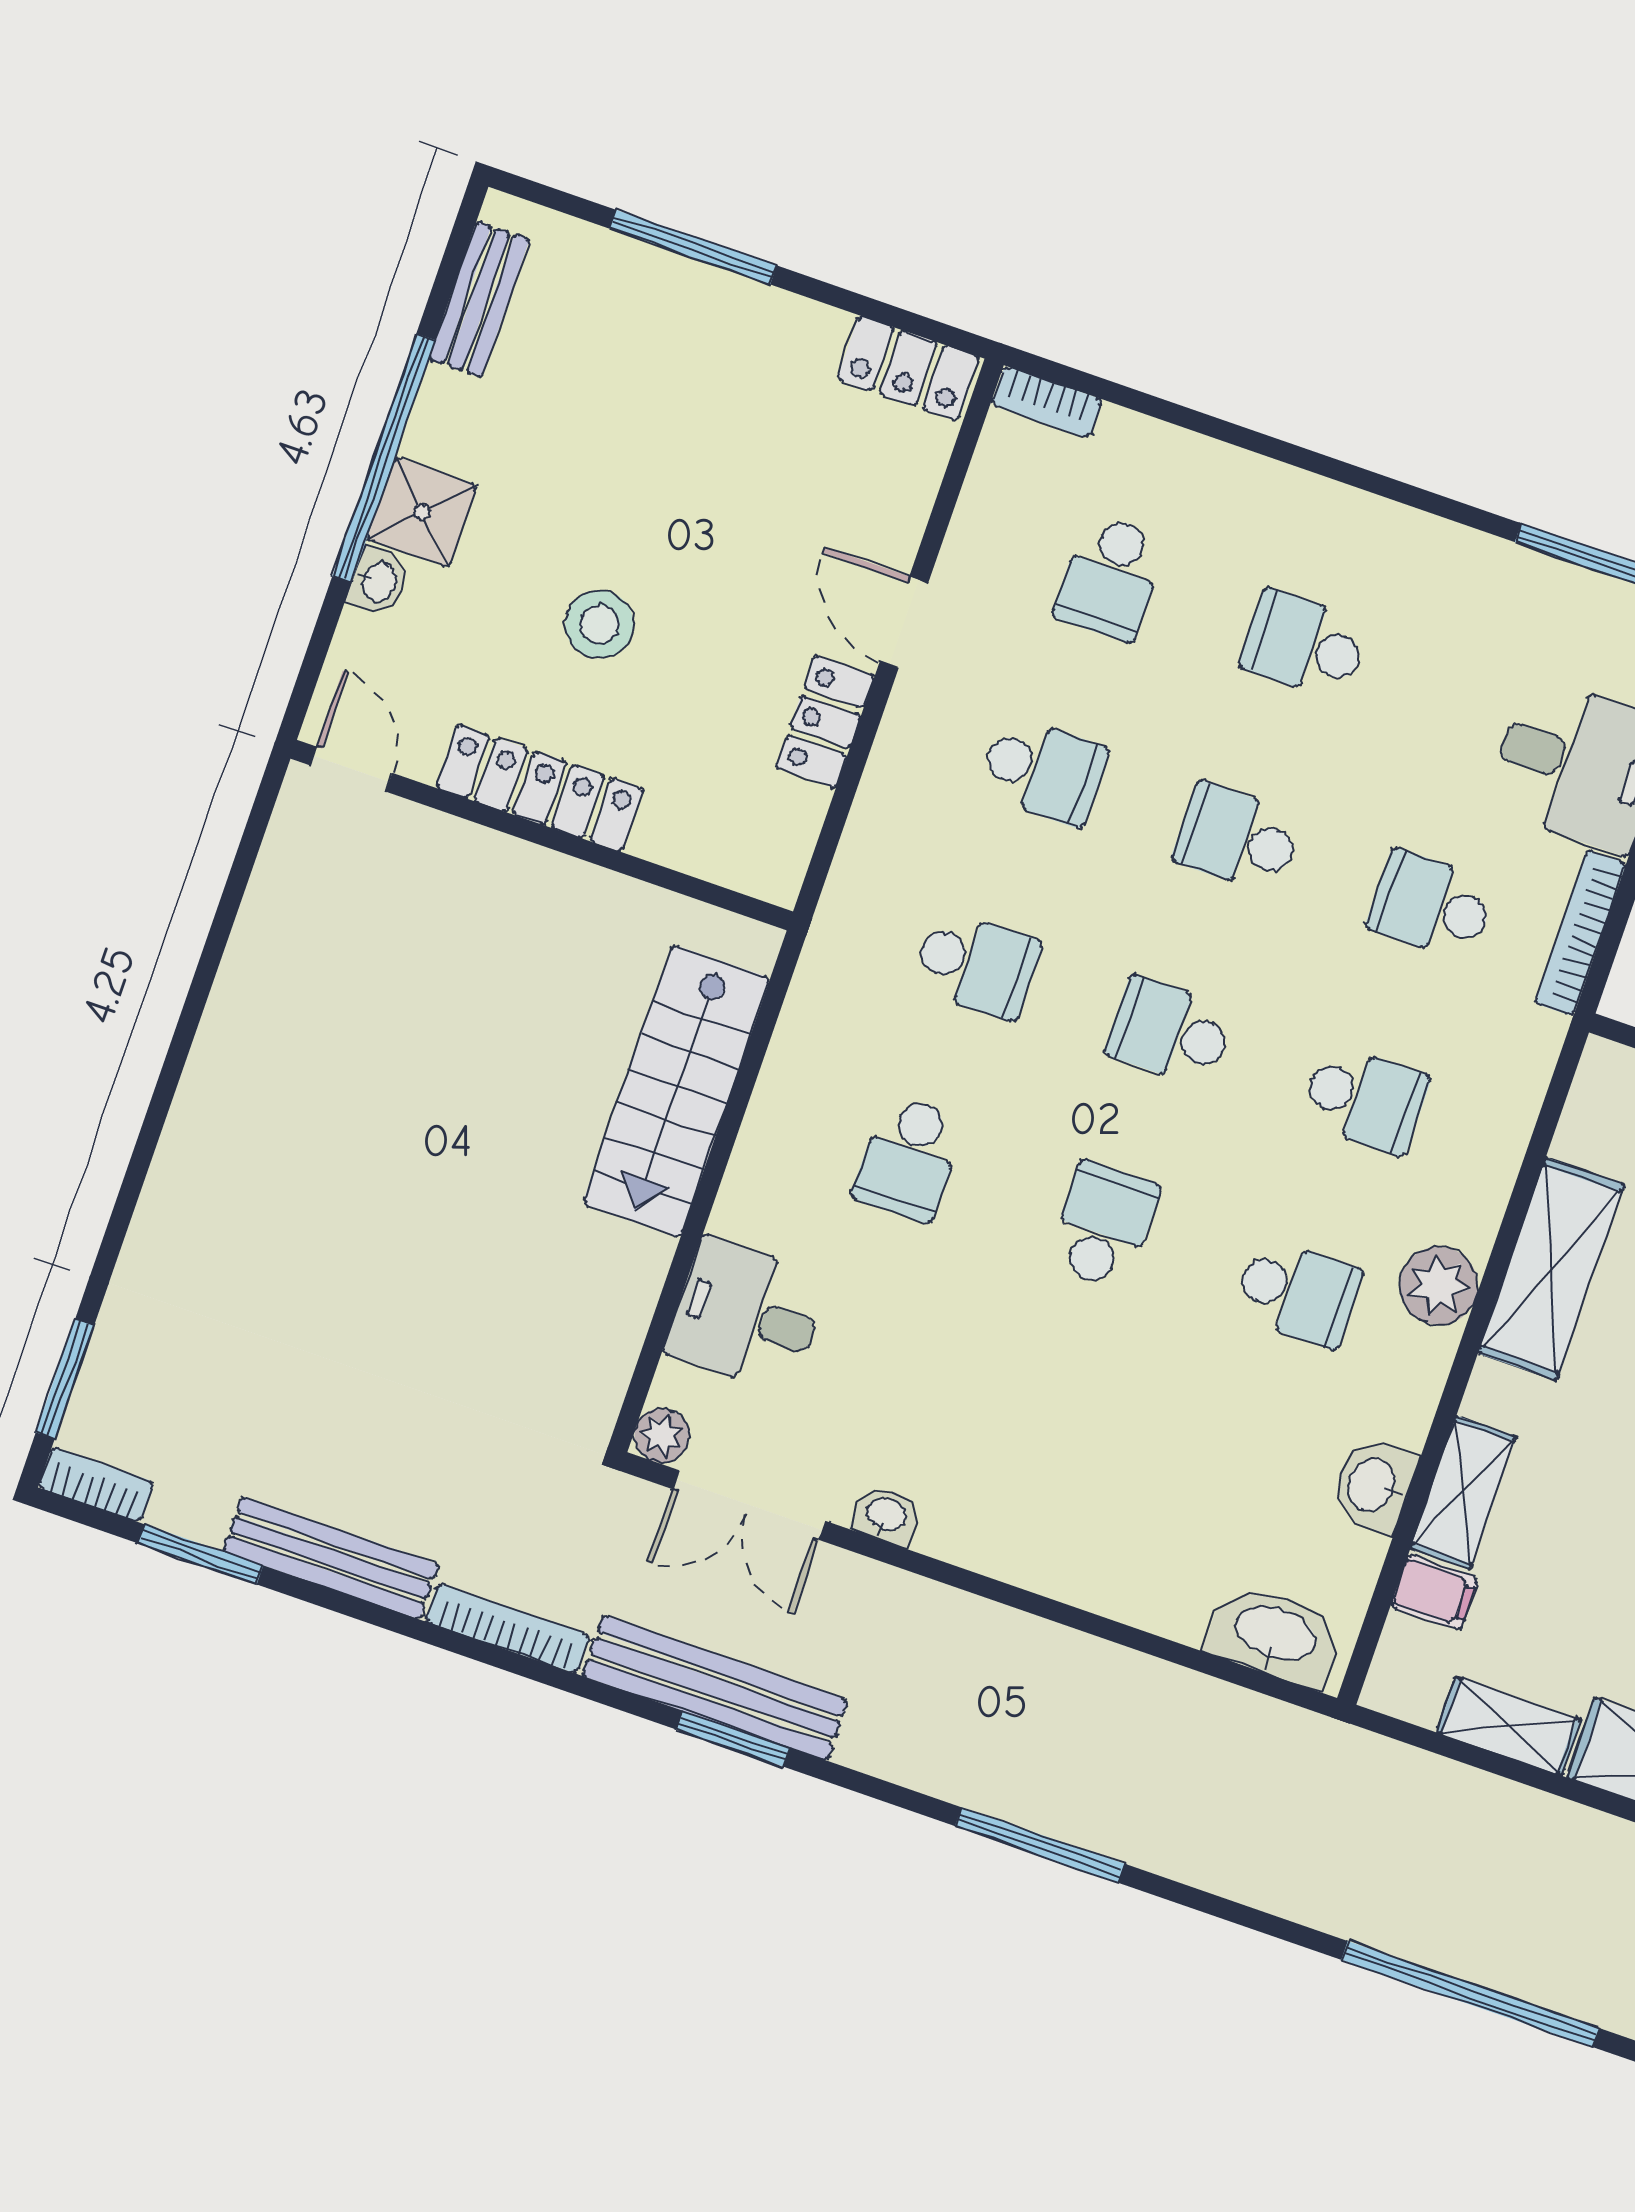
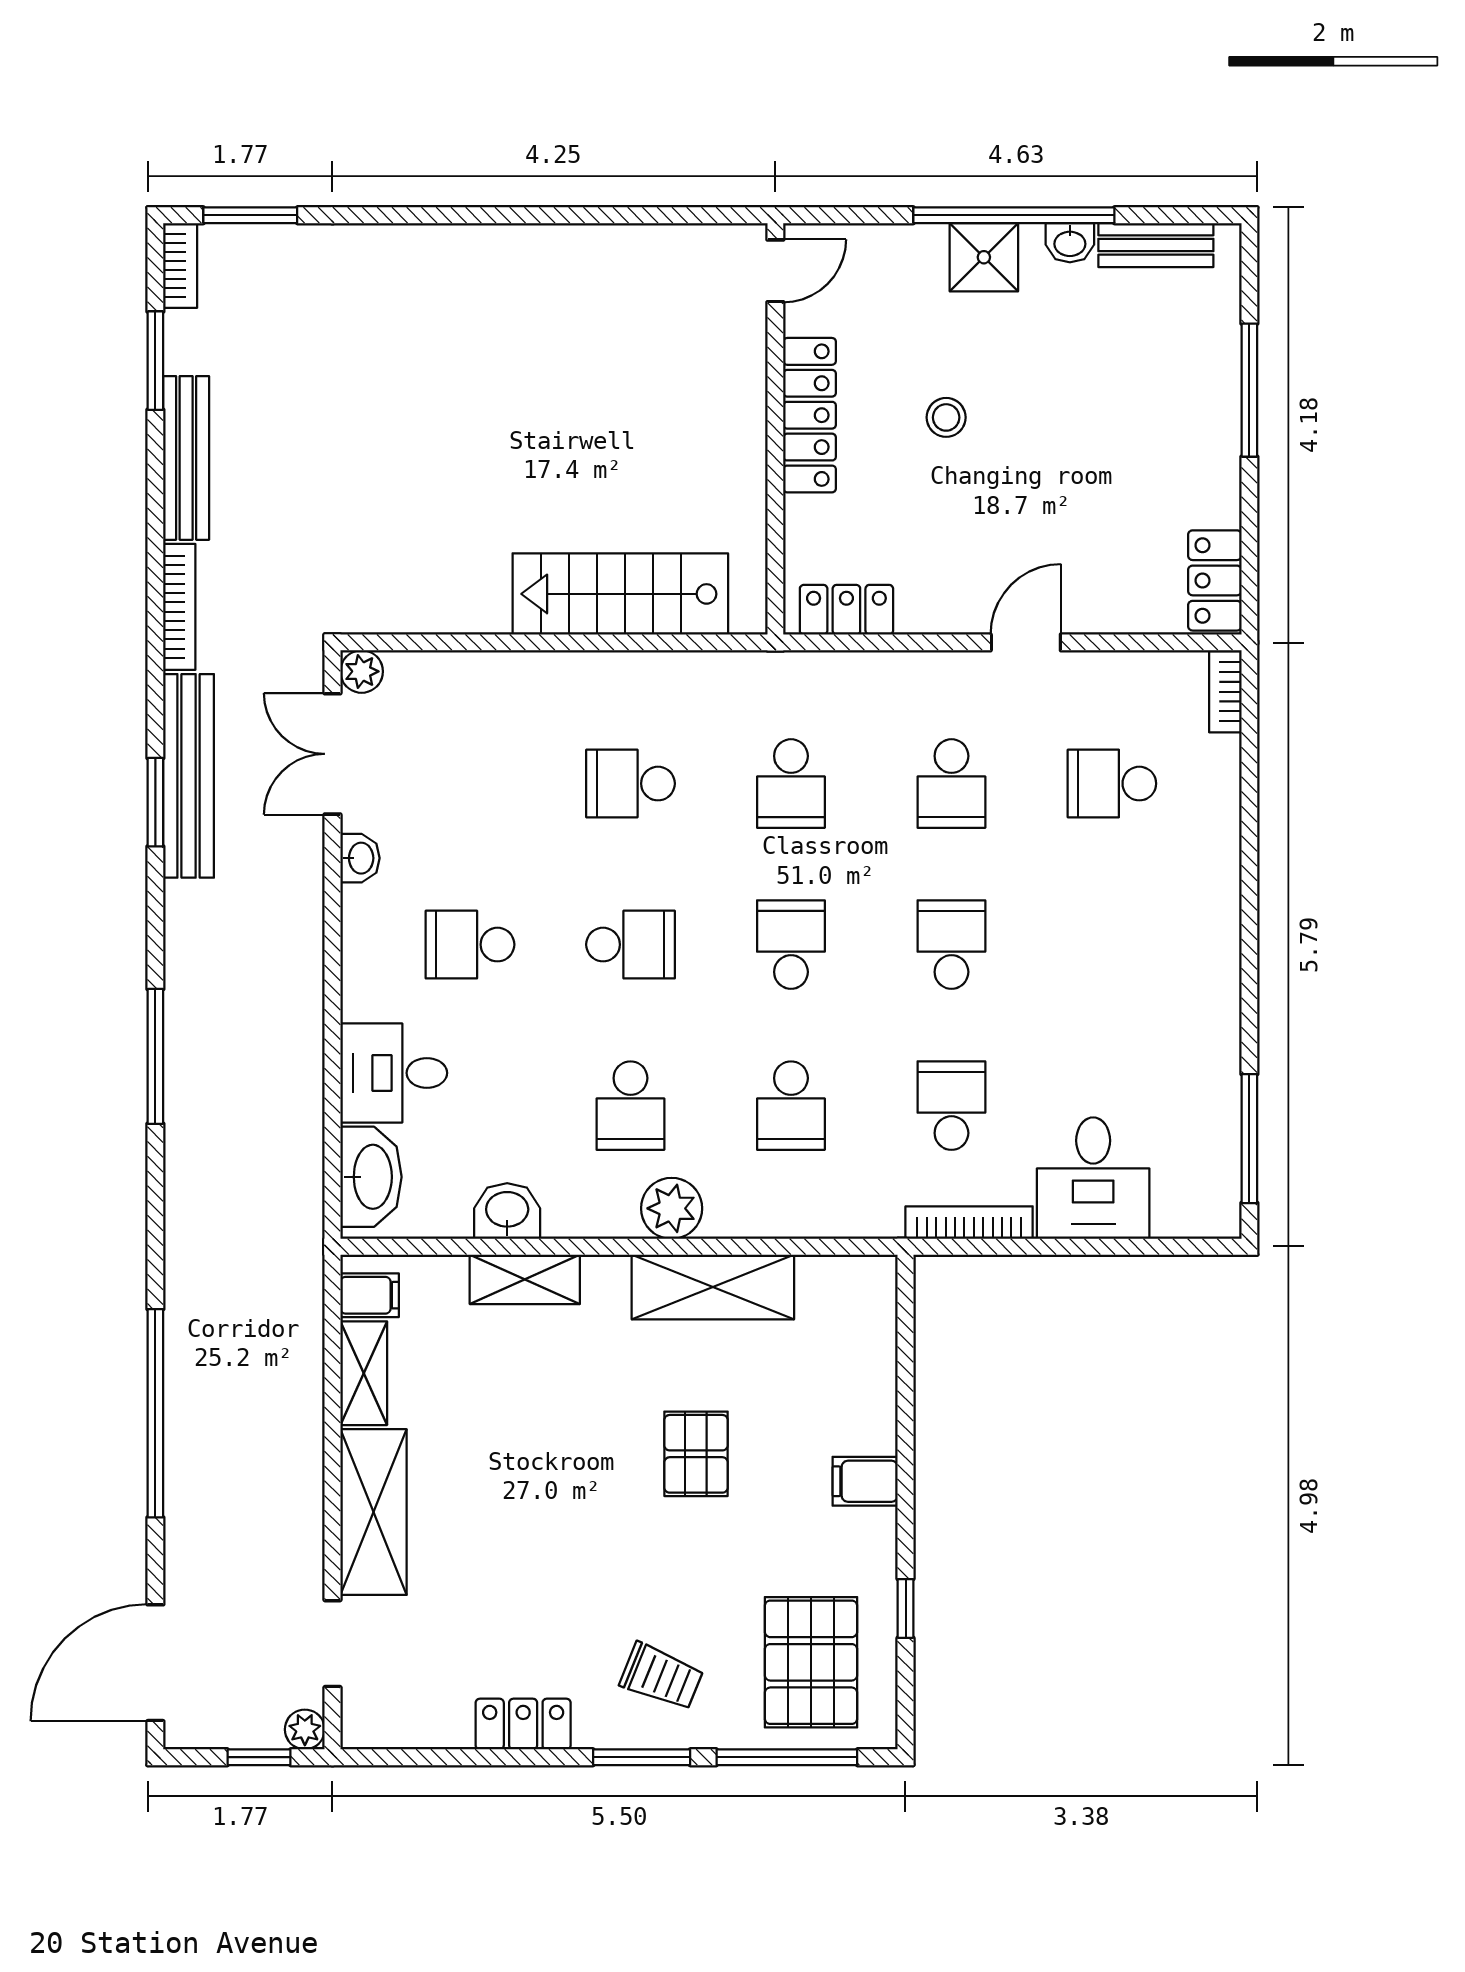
washbasin: (378, 581) -> (1070, 243), moved
stool: (599, 624) -> (946, 417), width x0.73, depth x0.73
school desk: (1304, 645) -> (470, 945), moved, turned -90
locker: (825, 722) -> (846, 610), moved
desk: (747, 1315) -> (394, 1073), moved, turned -90
filing cabinet: (1434, 1592) -> (370, 1295), moved, turned -90

